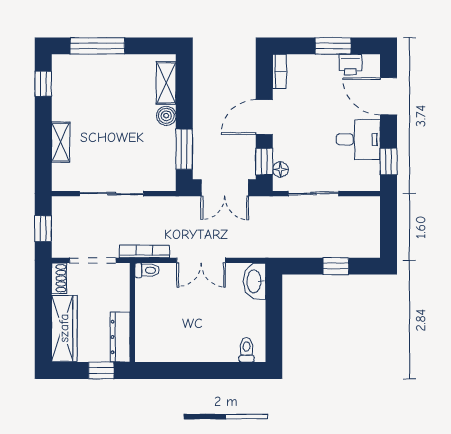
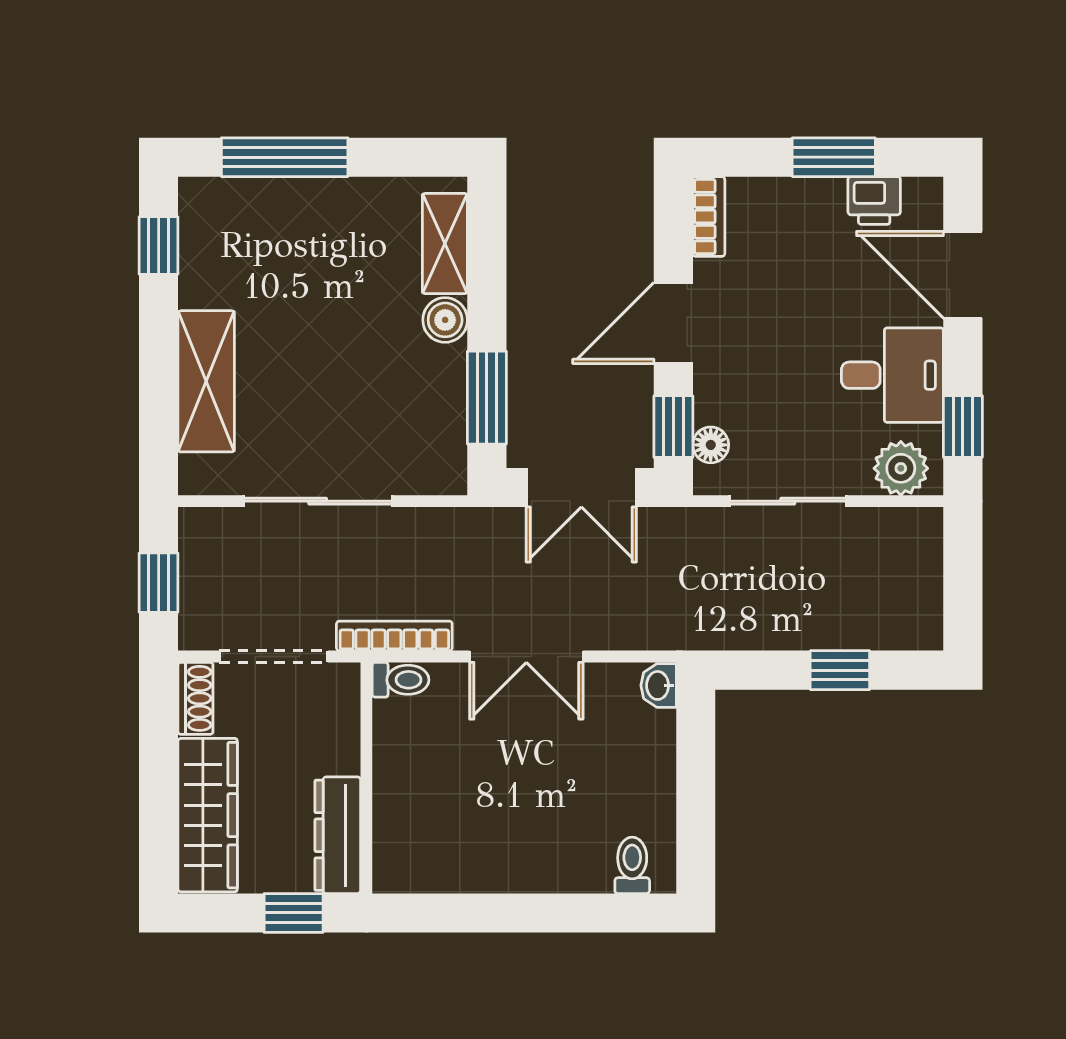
shelving: (61, 142) -> (206, 381), width x1.50, depth x1.33
plant: (362, 179) -> (901, 468), added
washbasin: (255, 281) -> (659, 685), width x0.52, depth x0.69

